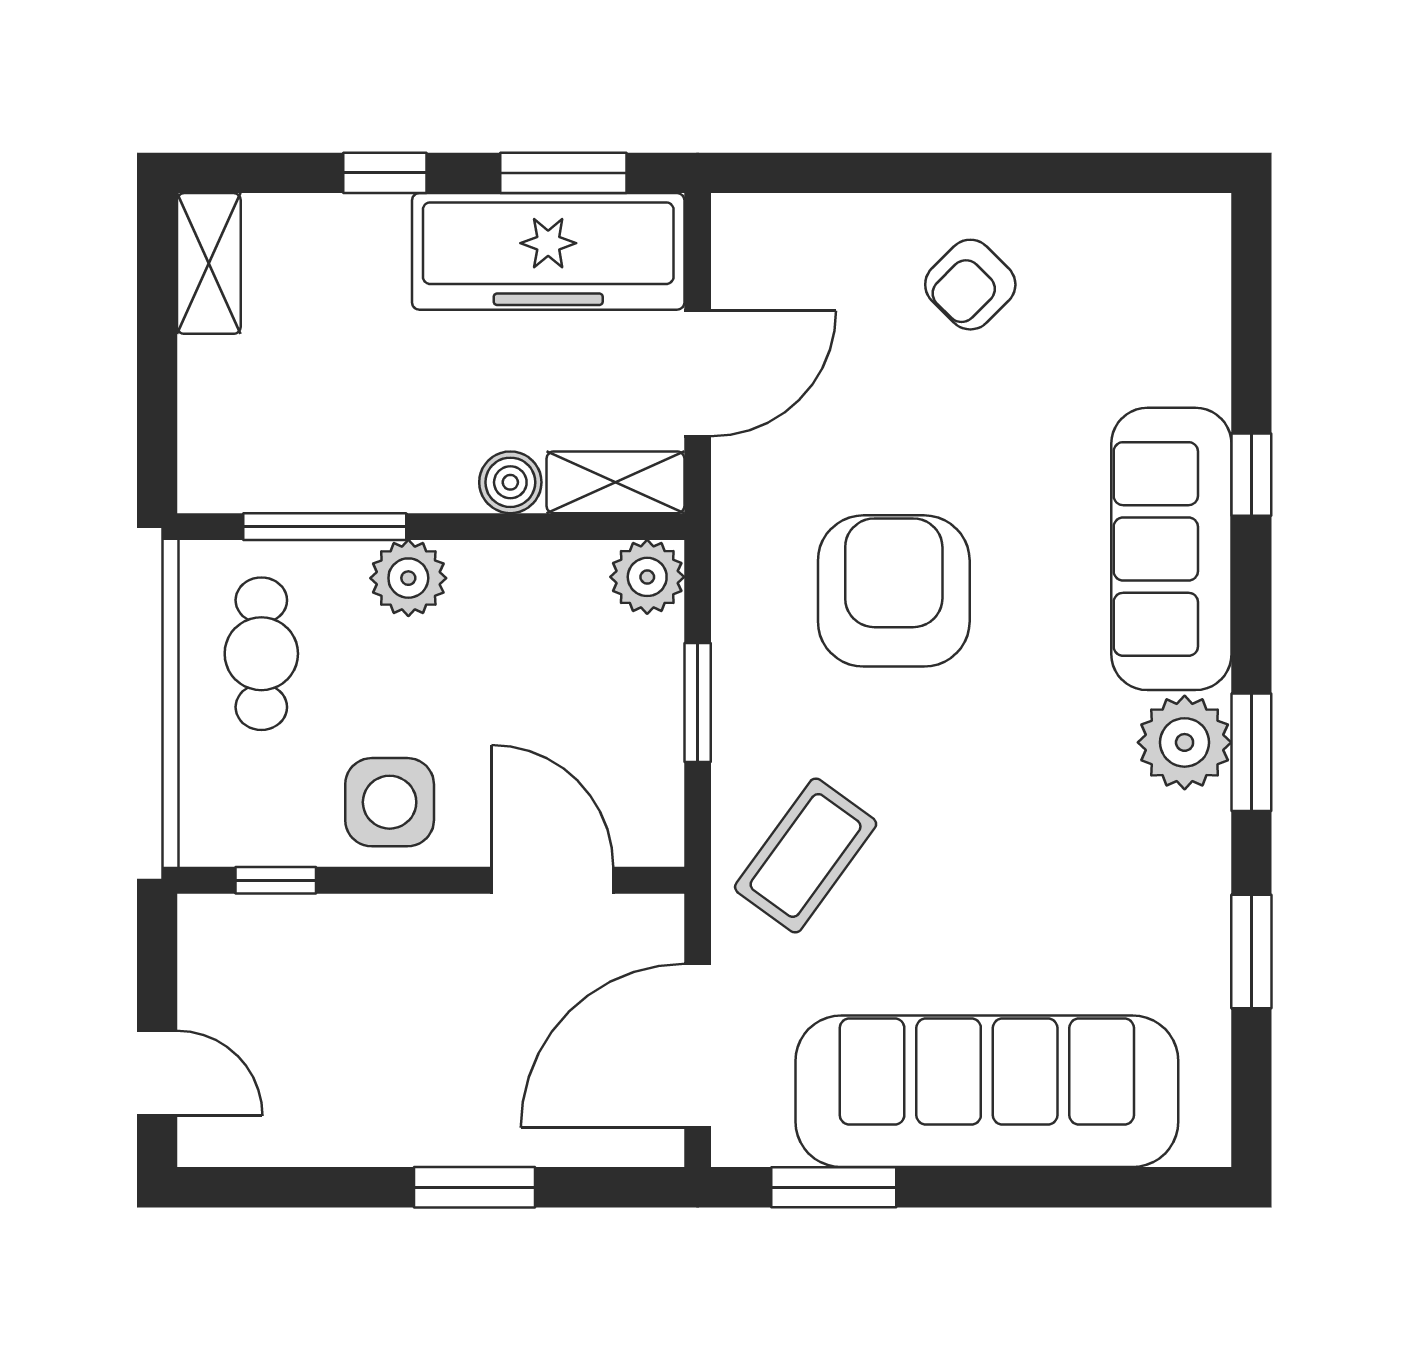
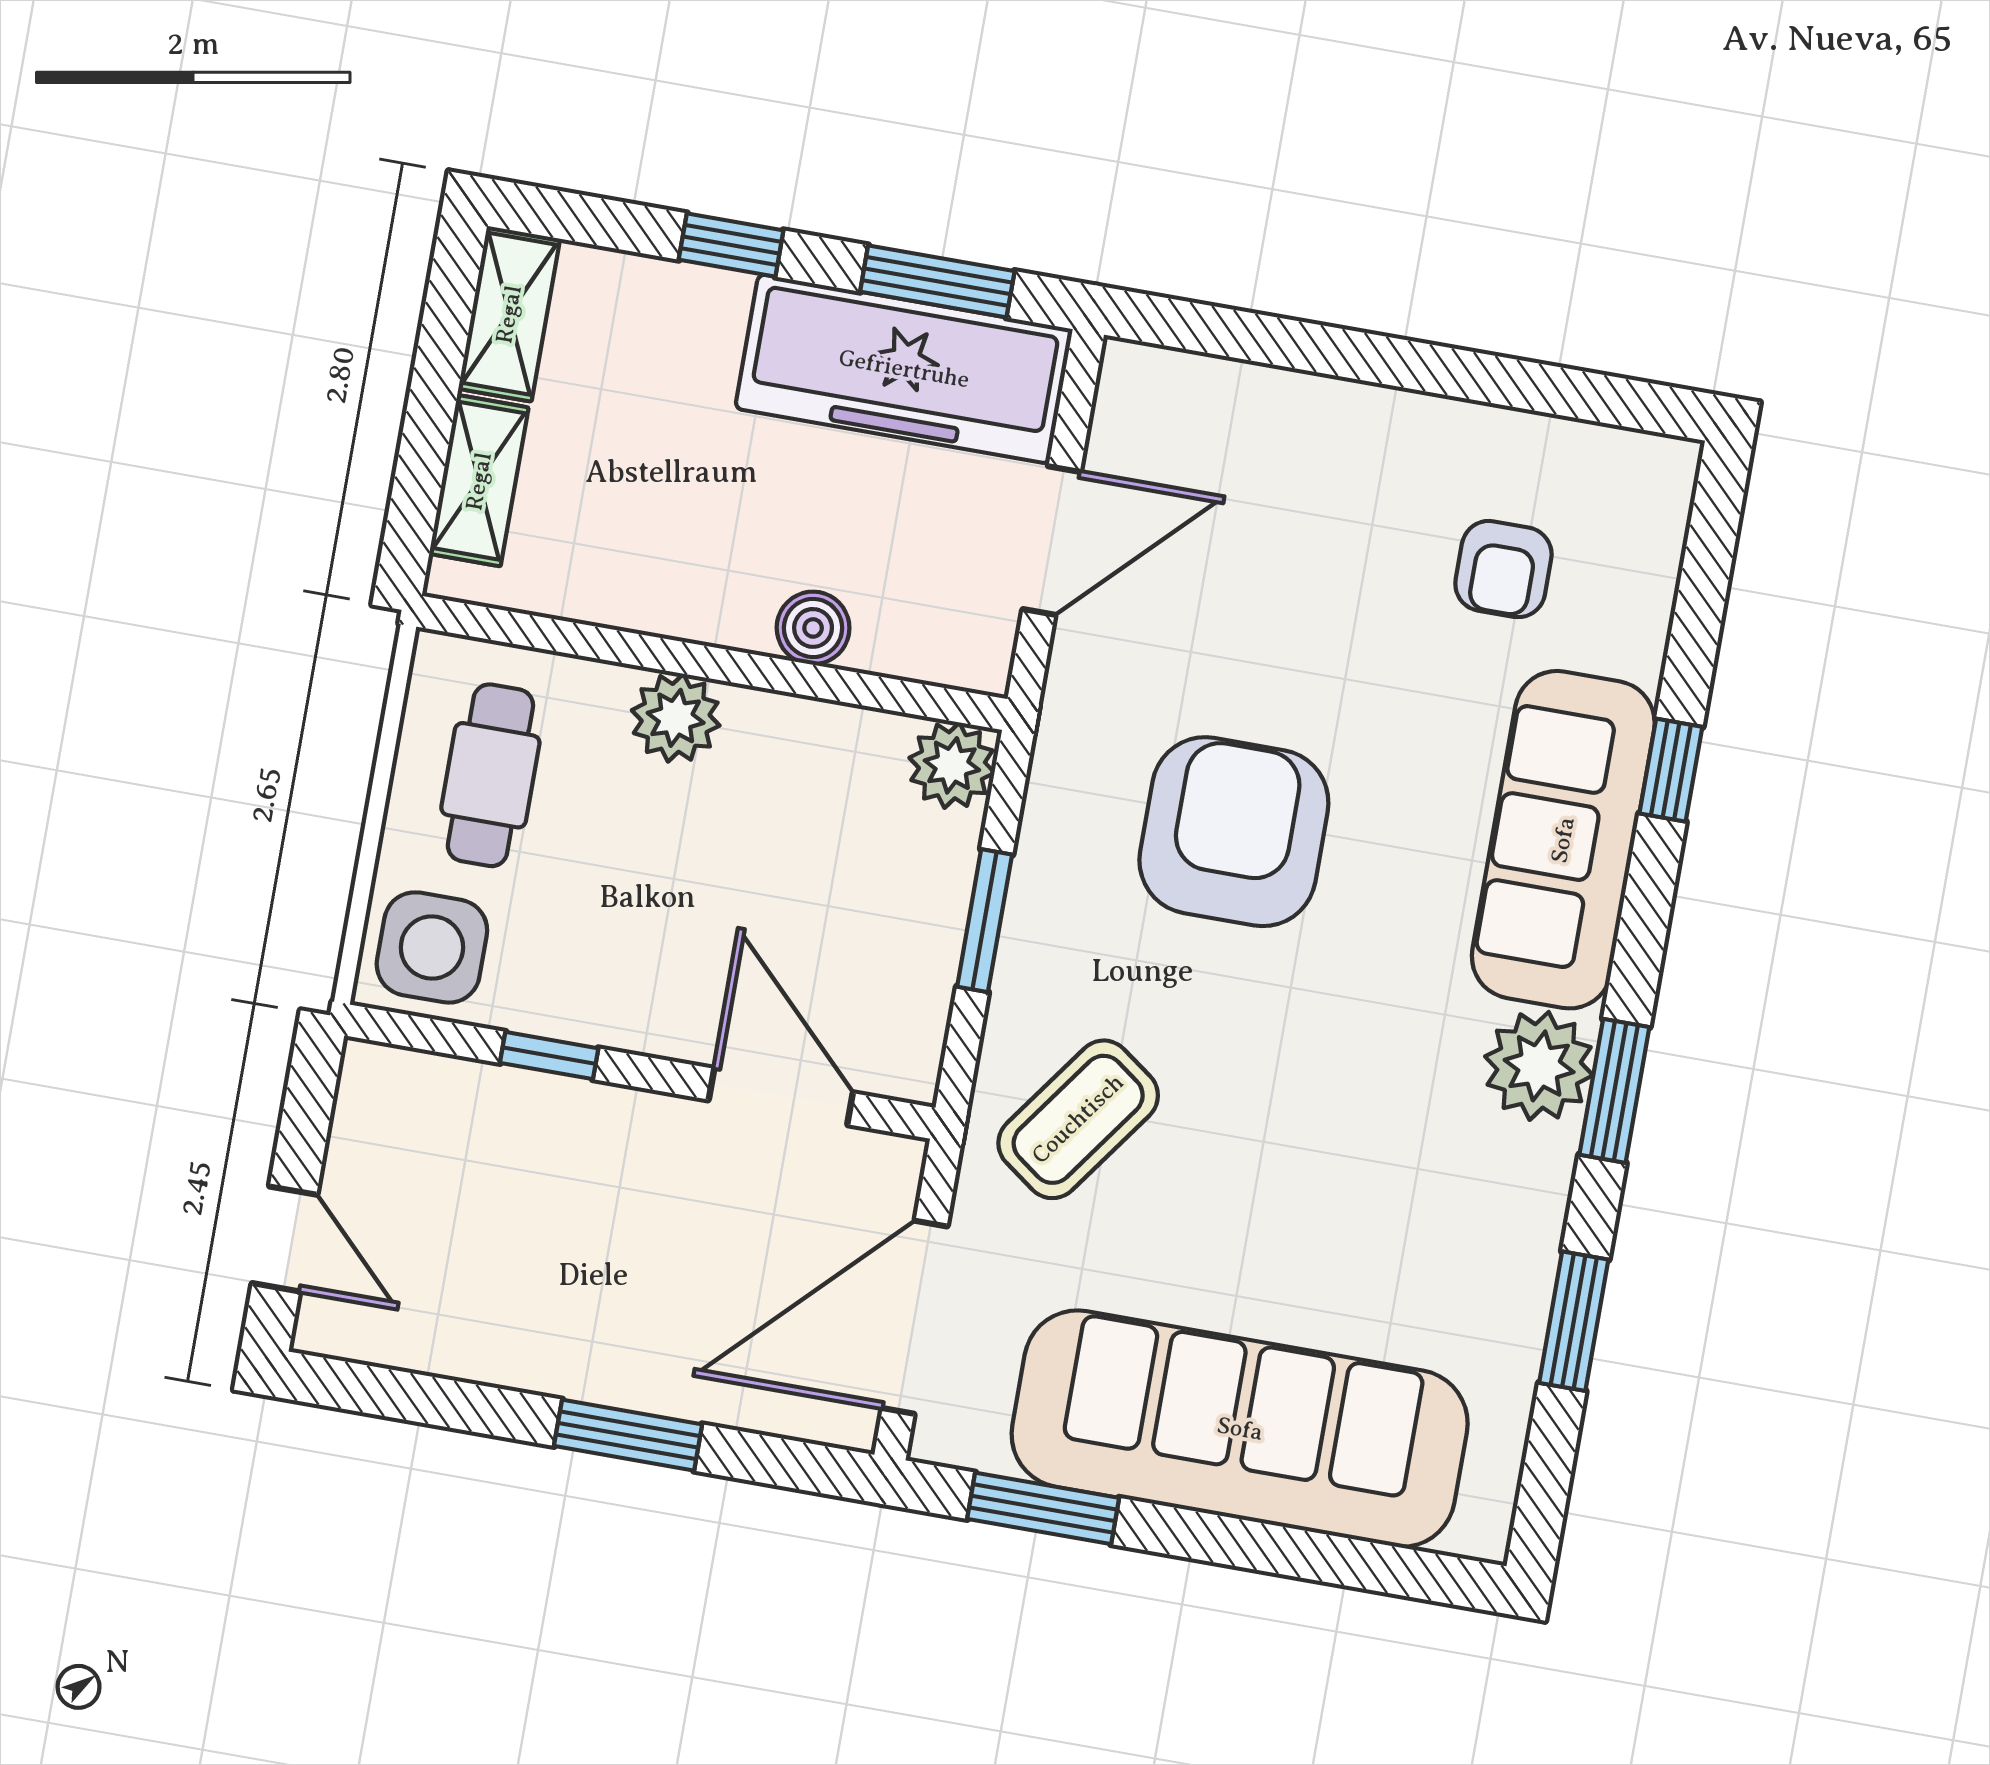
armchair: (970, 285) -> (1503, 569), moved, turned -45
shelving: (615, 482) -> (479, 481), moved, turned 90
window: (325, 527) -> (589, 641), removed
side table: (390, 802) -> (432, 947), moved
window: (276, 880) -> (549, 1056), moved

